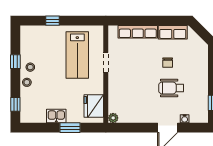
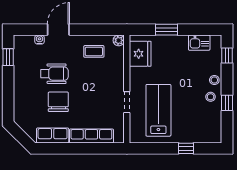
chair: (168, 63) -> (58, 102), width x1.87, depth x1.87
coffee table: (136, 108) -> (94, 51), added
kitchen sink: (56, 116) -> (199, 43), moved

